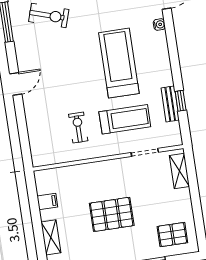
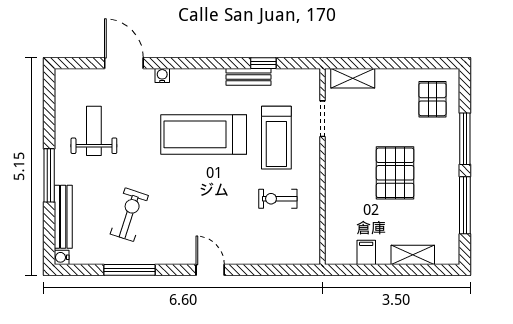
bench: (170, 104) -> (249, 77), moved
treadmill: (125, 119) -> (276, 138), turned 180

